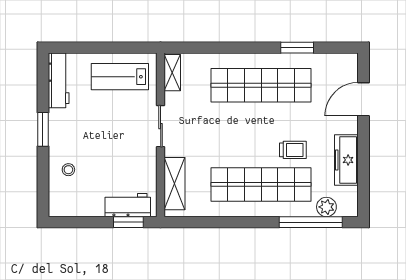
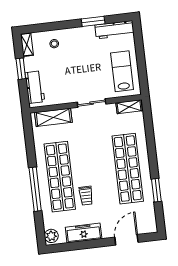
door: (363, 99) -> (126, 240), hinge flipped
window: (43, 129) -> (93, 21), moved
plant: (326, 207) -> (51, 236), moved
shelving: (65, 209) -> (27, 45), added
window: (128, 222) -> (21, 69), moved
window: (311, 222) -> (35, 189), moved

